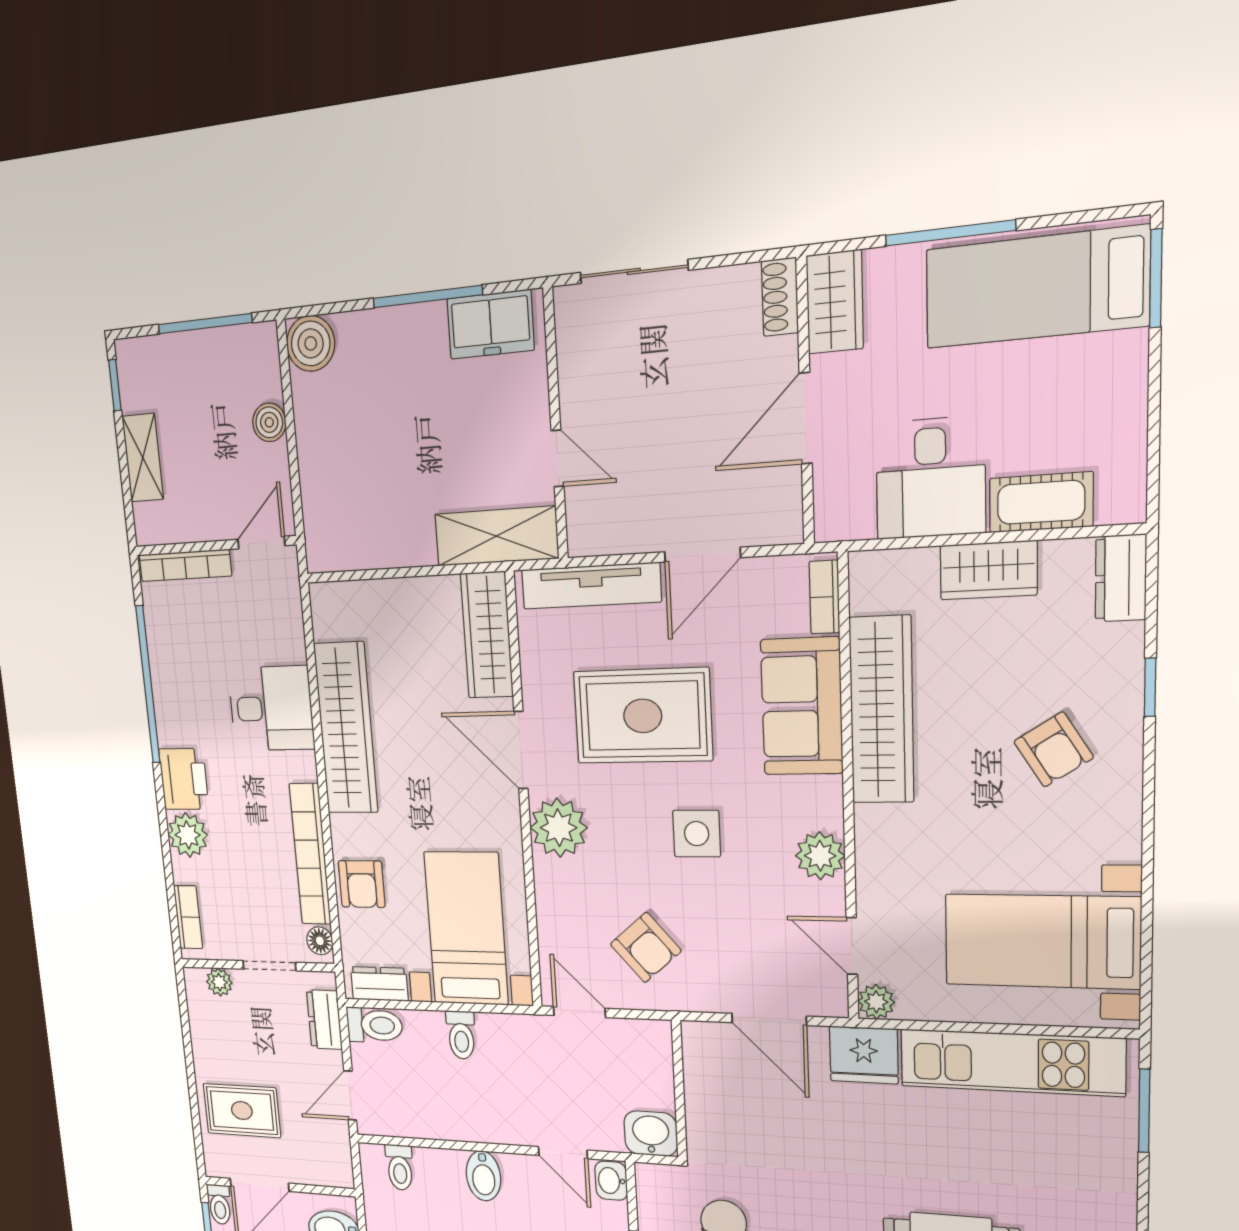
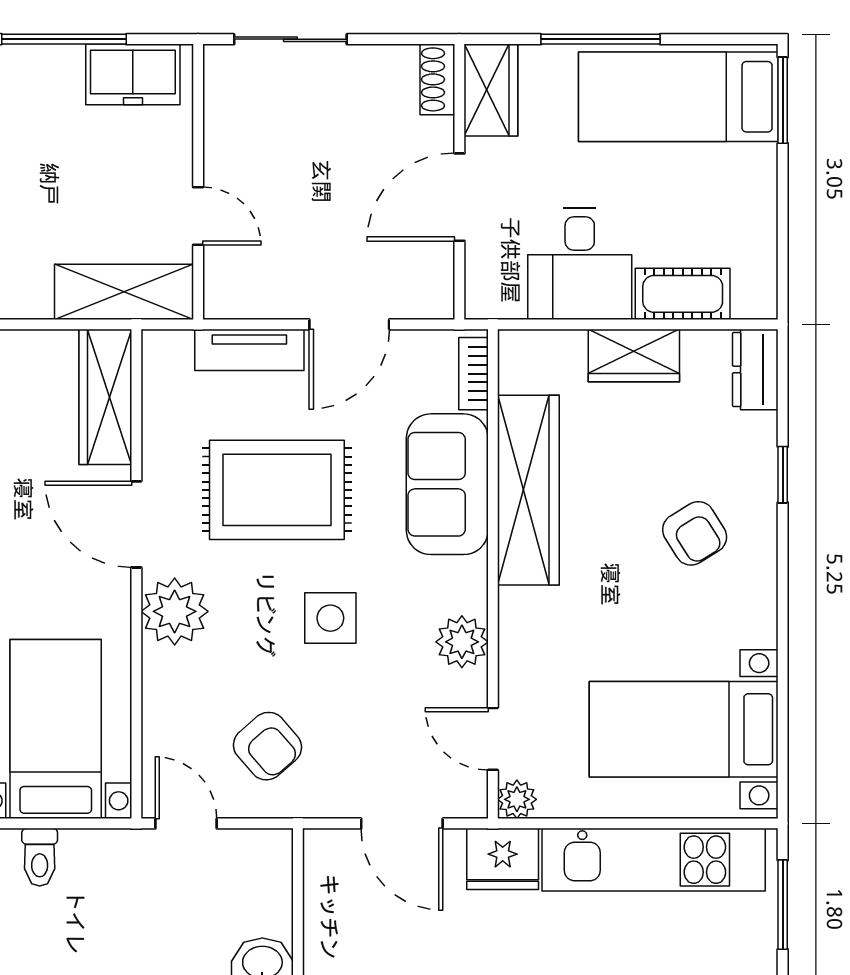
tv unit: (591, 586) -> (249, 350), width x0.71

